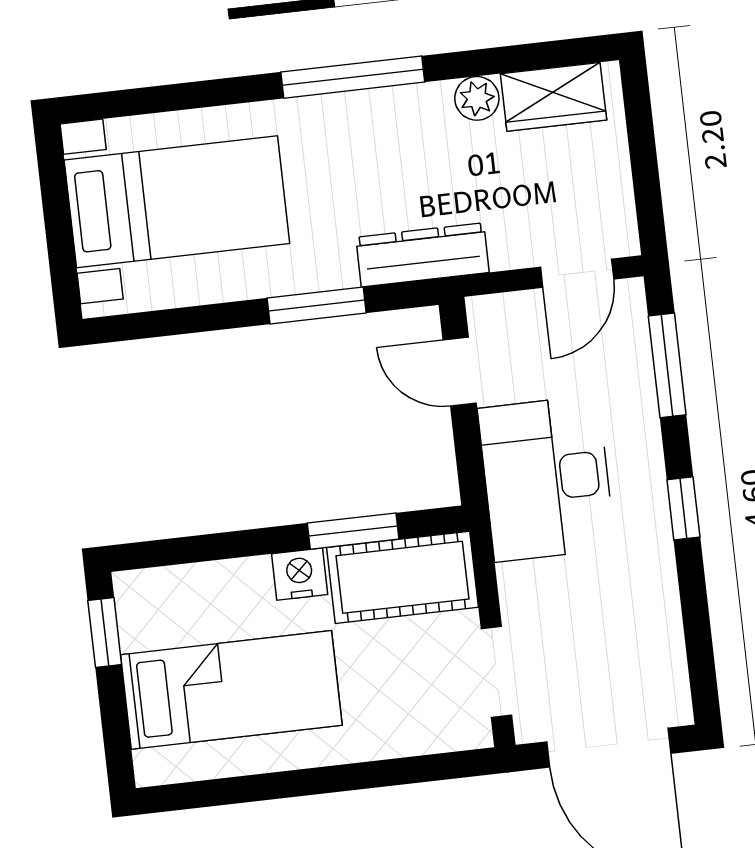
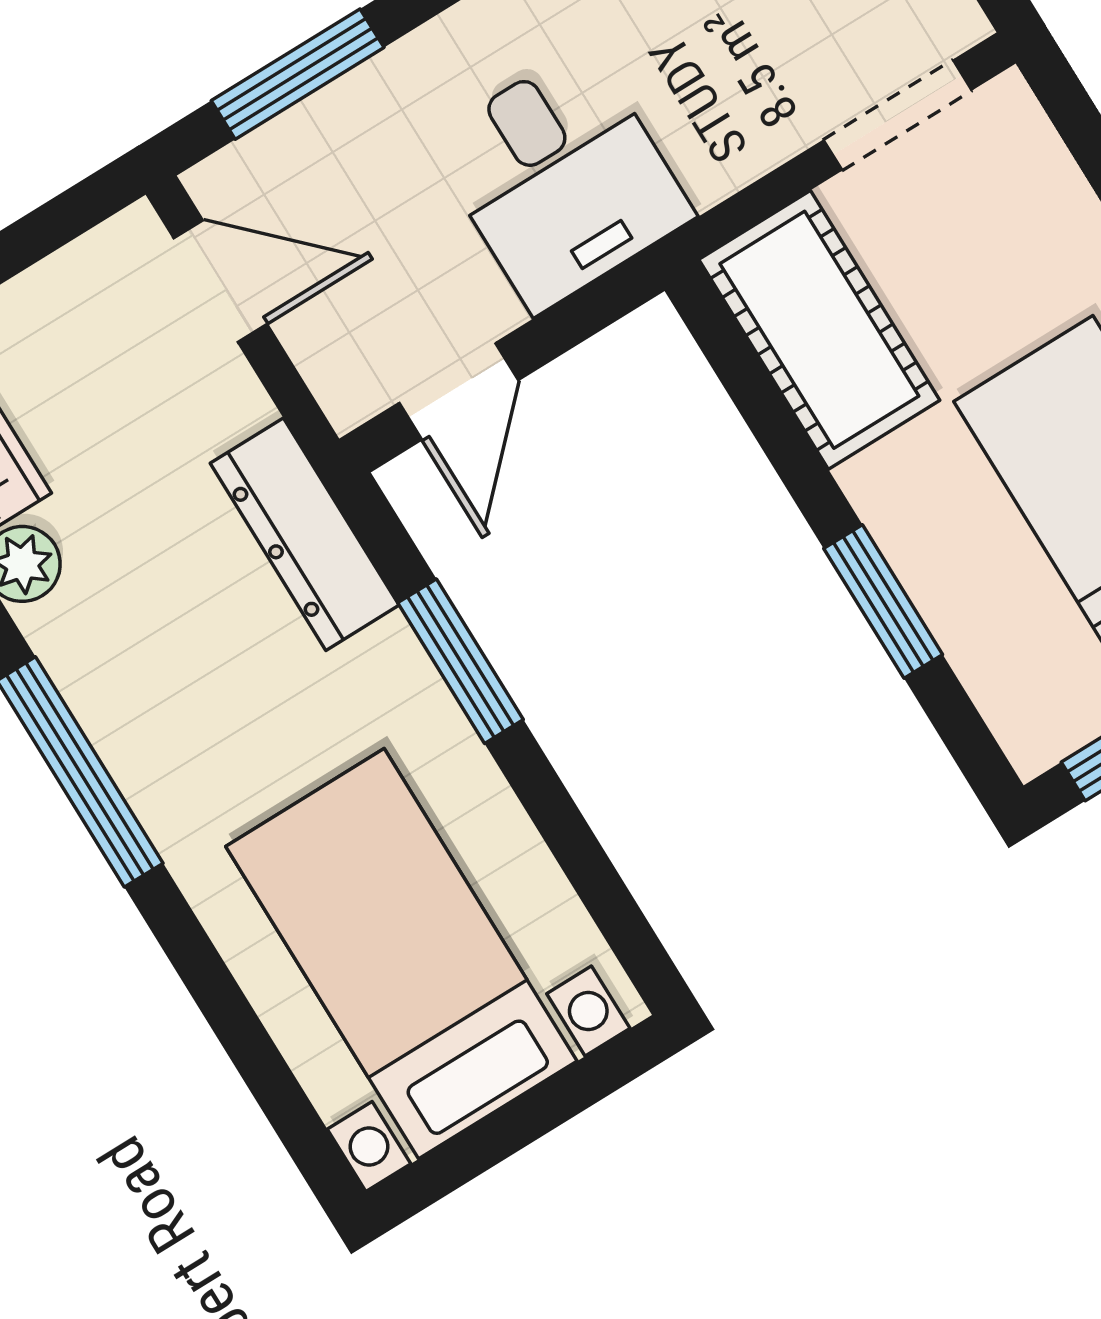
desk: (547, 479) -> (561, 179), width x0.73
window: (353, 531) -> (883, 602), moved
nightstand: (300, 574) -> (889, 492), removed

